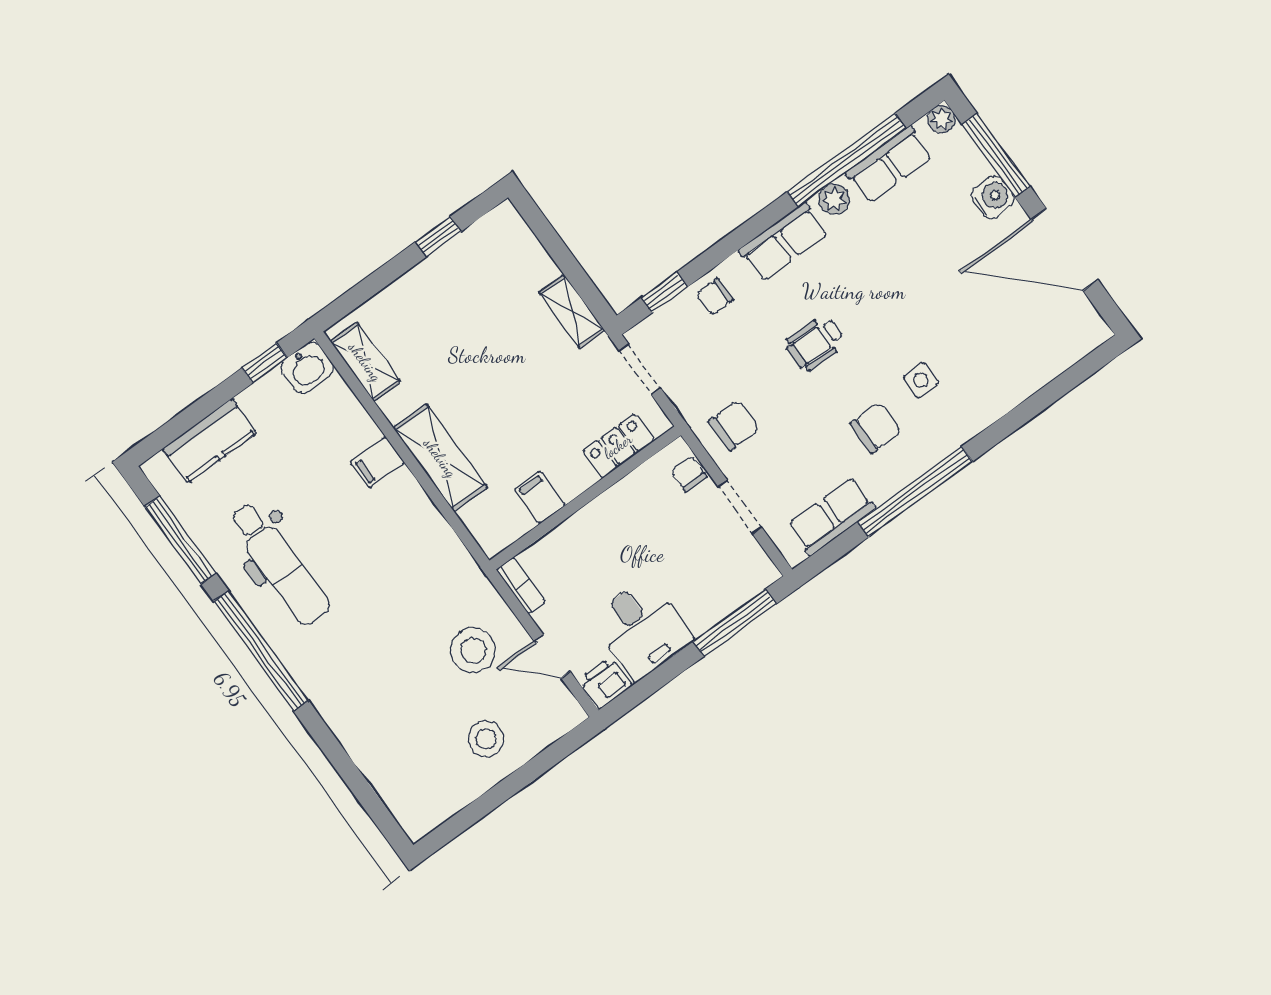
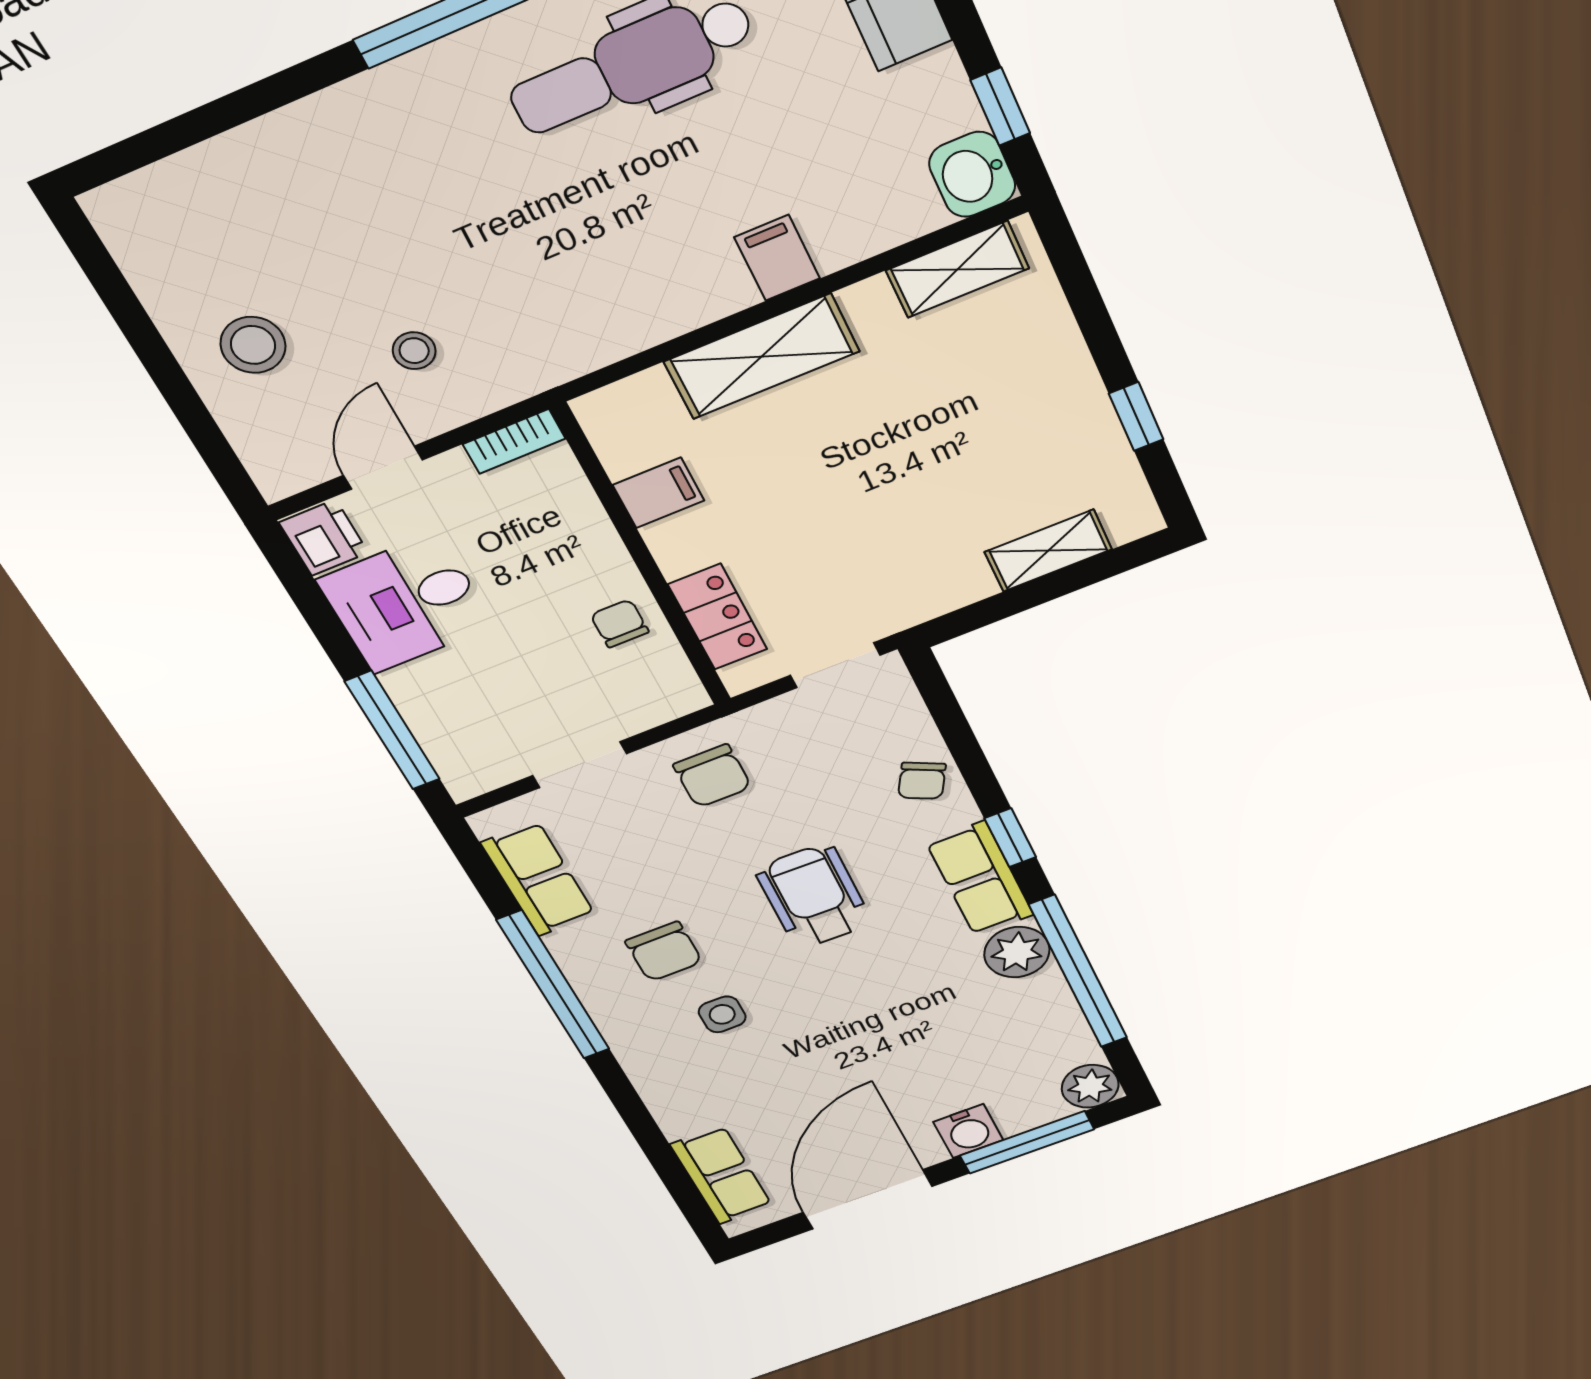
plant: (942, 119) -> (1090, 1086), width x1.38, depth x1.38
row of seats: (889, 165) -> (721, 1175), moved, turned 180
plant: (834, 199) -> (1017, 952), width x1.38, depth x1.38
window: (664, 292) -> (1010, 838), moved
chair: (715, 297) -> (922, 781), turned -152
shelving: (572, 311) -> (1048, 551), moved
wheelchair: (815, 343) -> (814, 896), width x1.36, depth x1.37
chair: (689, 474) -> (620, 623), moved, turned -90
stool: (473, 650) -> (414, 351), width x0.53, depth x0.53

